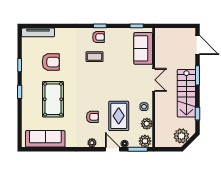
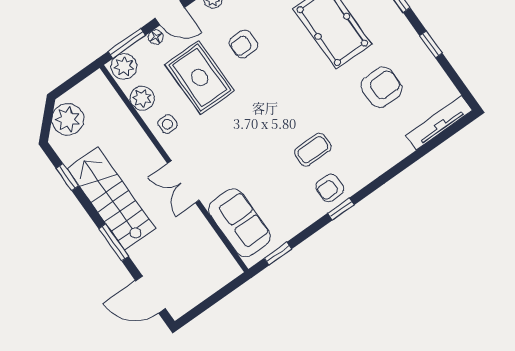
armchair: (51, 62) -> (381, 87), turned 180

